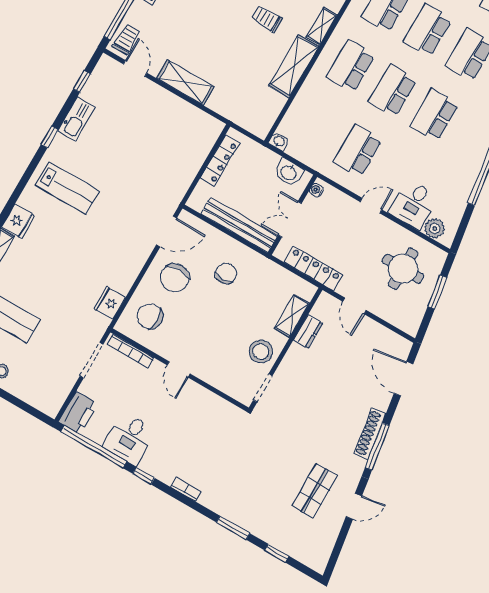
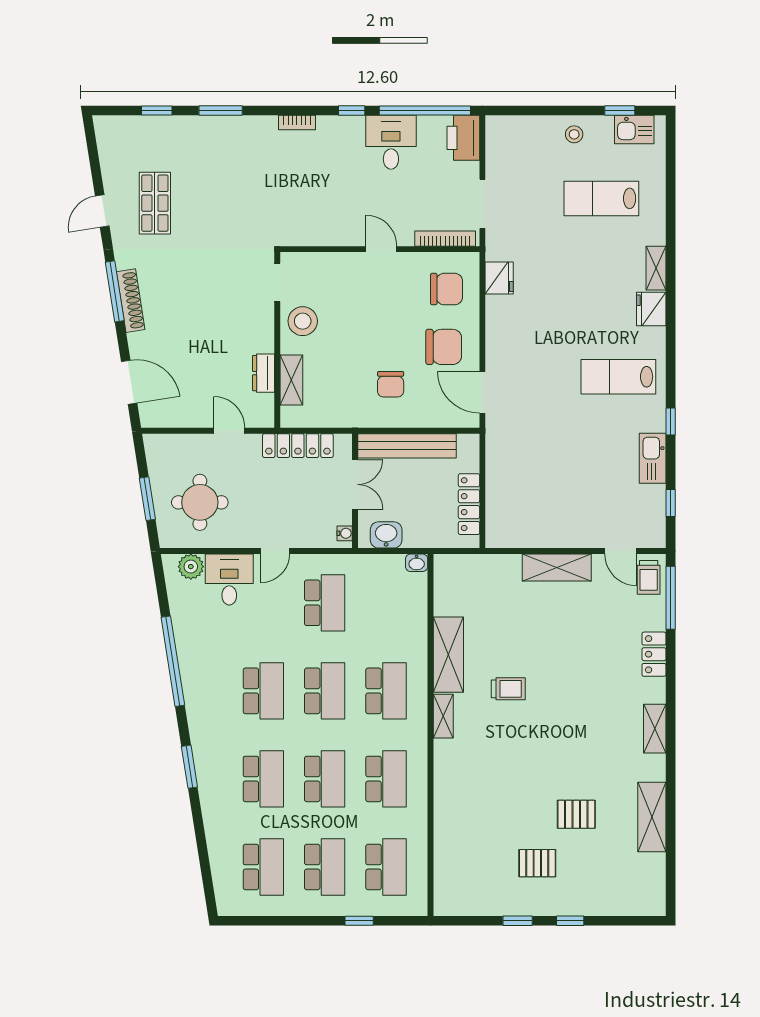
door: (166, 232) -> (482, 392), hinge flipped
chair: (175, 278) -> (444, 347), turned 90

